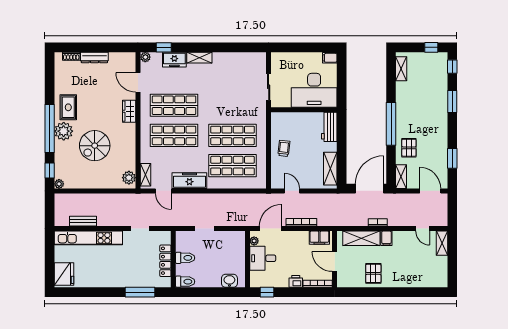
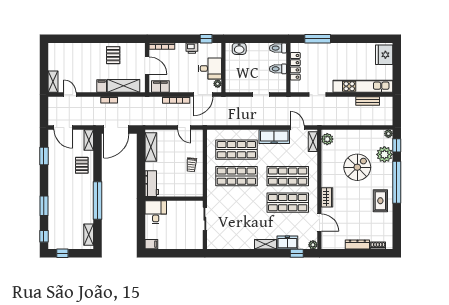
desk: (314, 90) -> (156, 212), width x0.53, depth x0.77
window: (391, 124) -> (98, 201), moved
plant: (64, 131) -> (384, 154), moved
printer: (296, 281) -> (192, 48), moved

